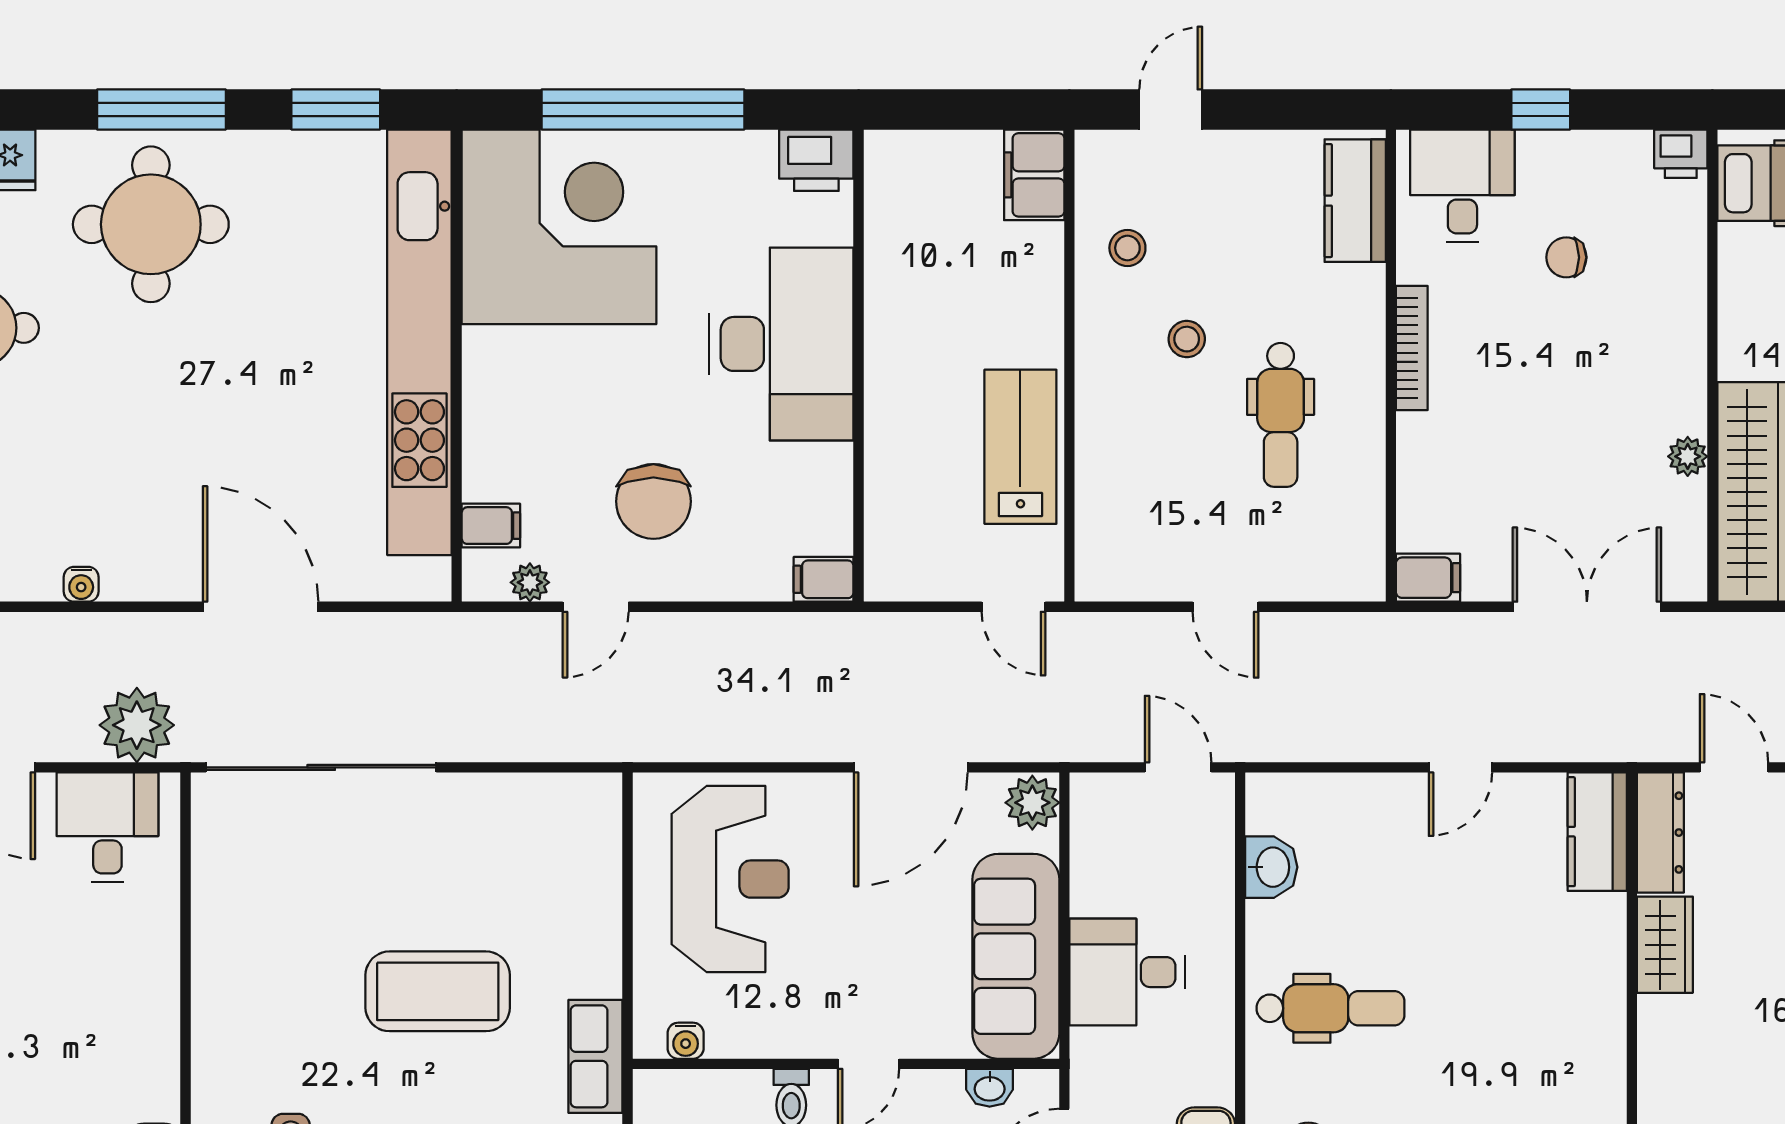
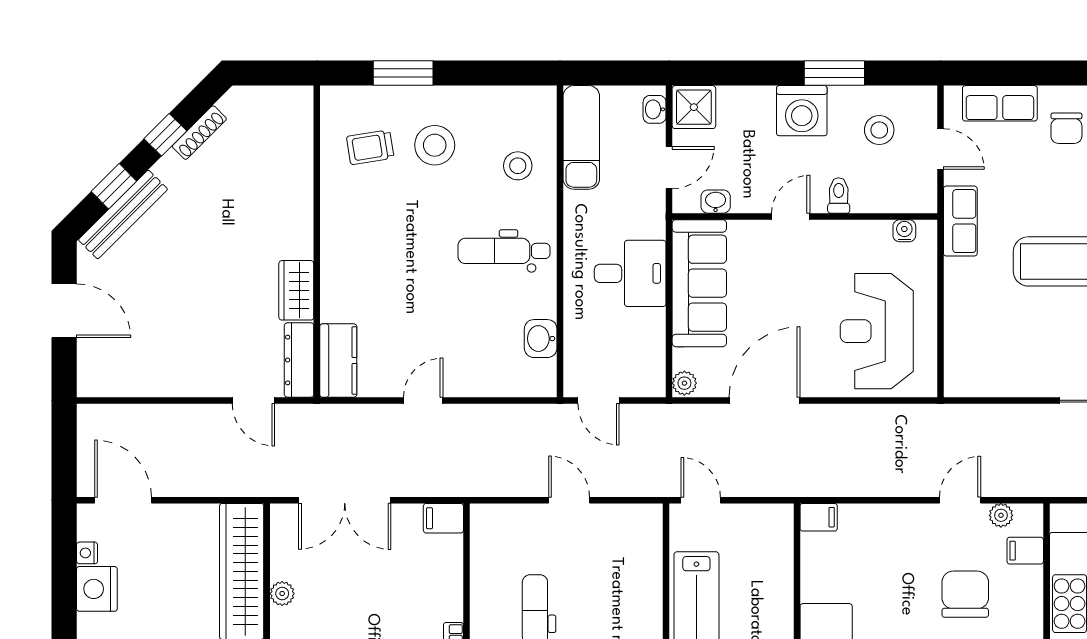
chair: (653, 501) -> (965, 594), moved
plant: (1032, 803) -> (684, 383), width x0.73, depth x0.73

